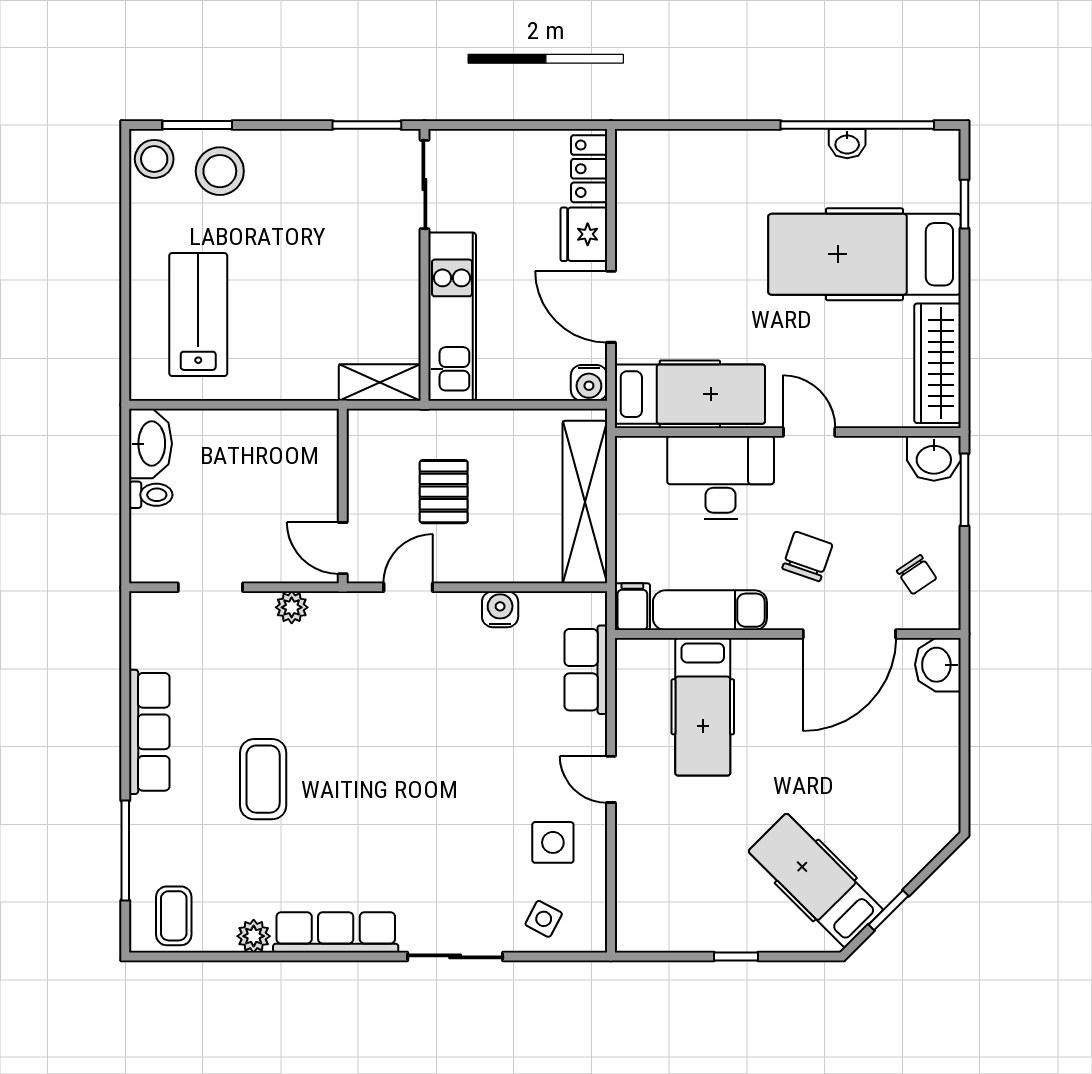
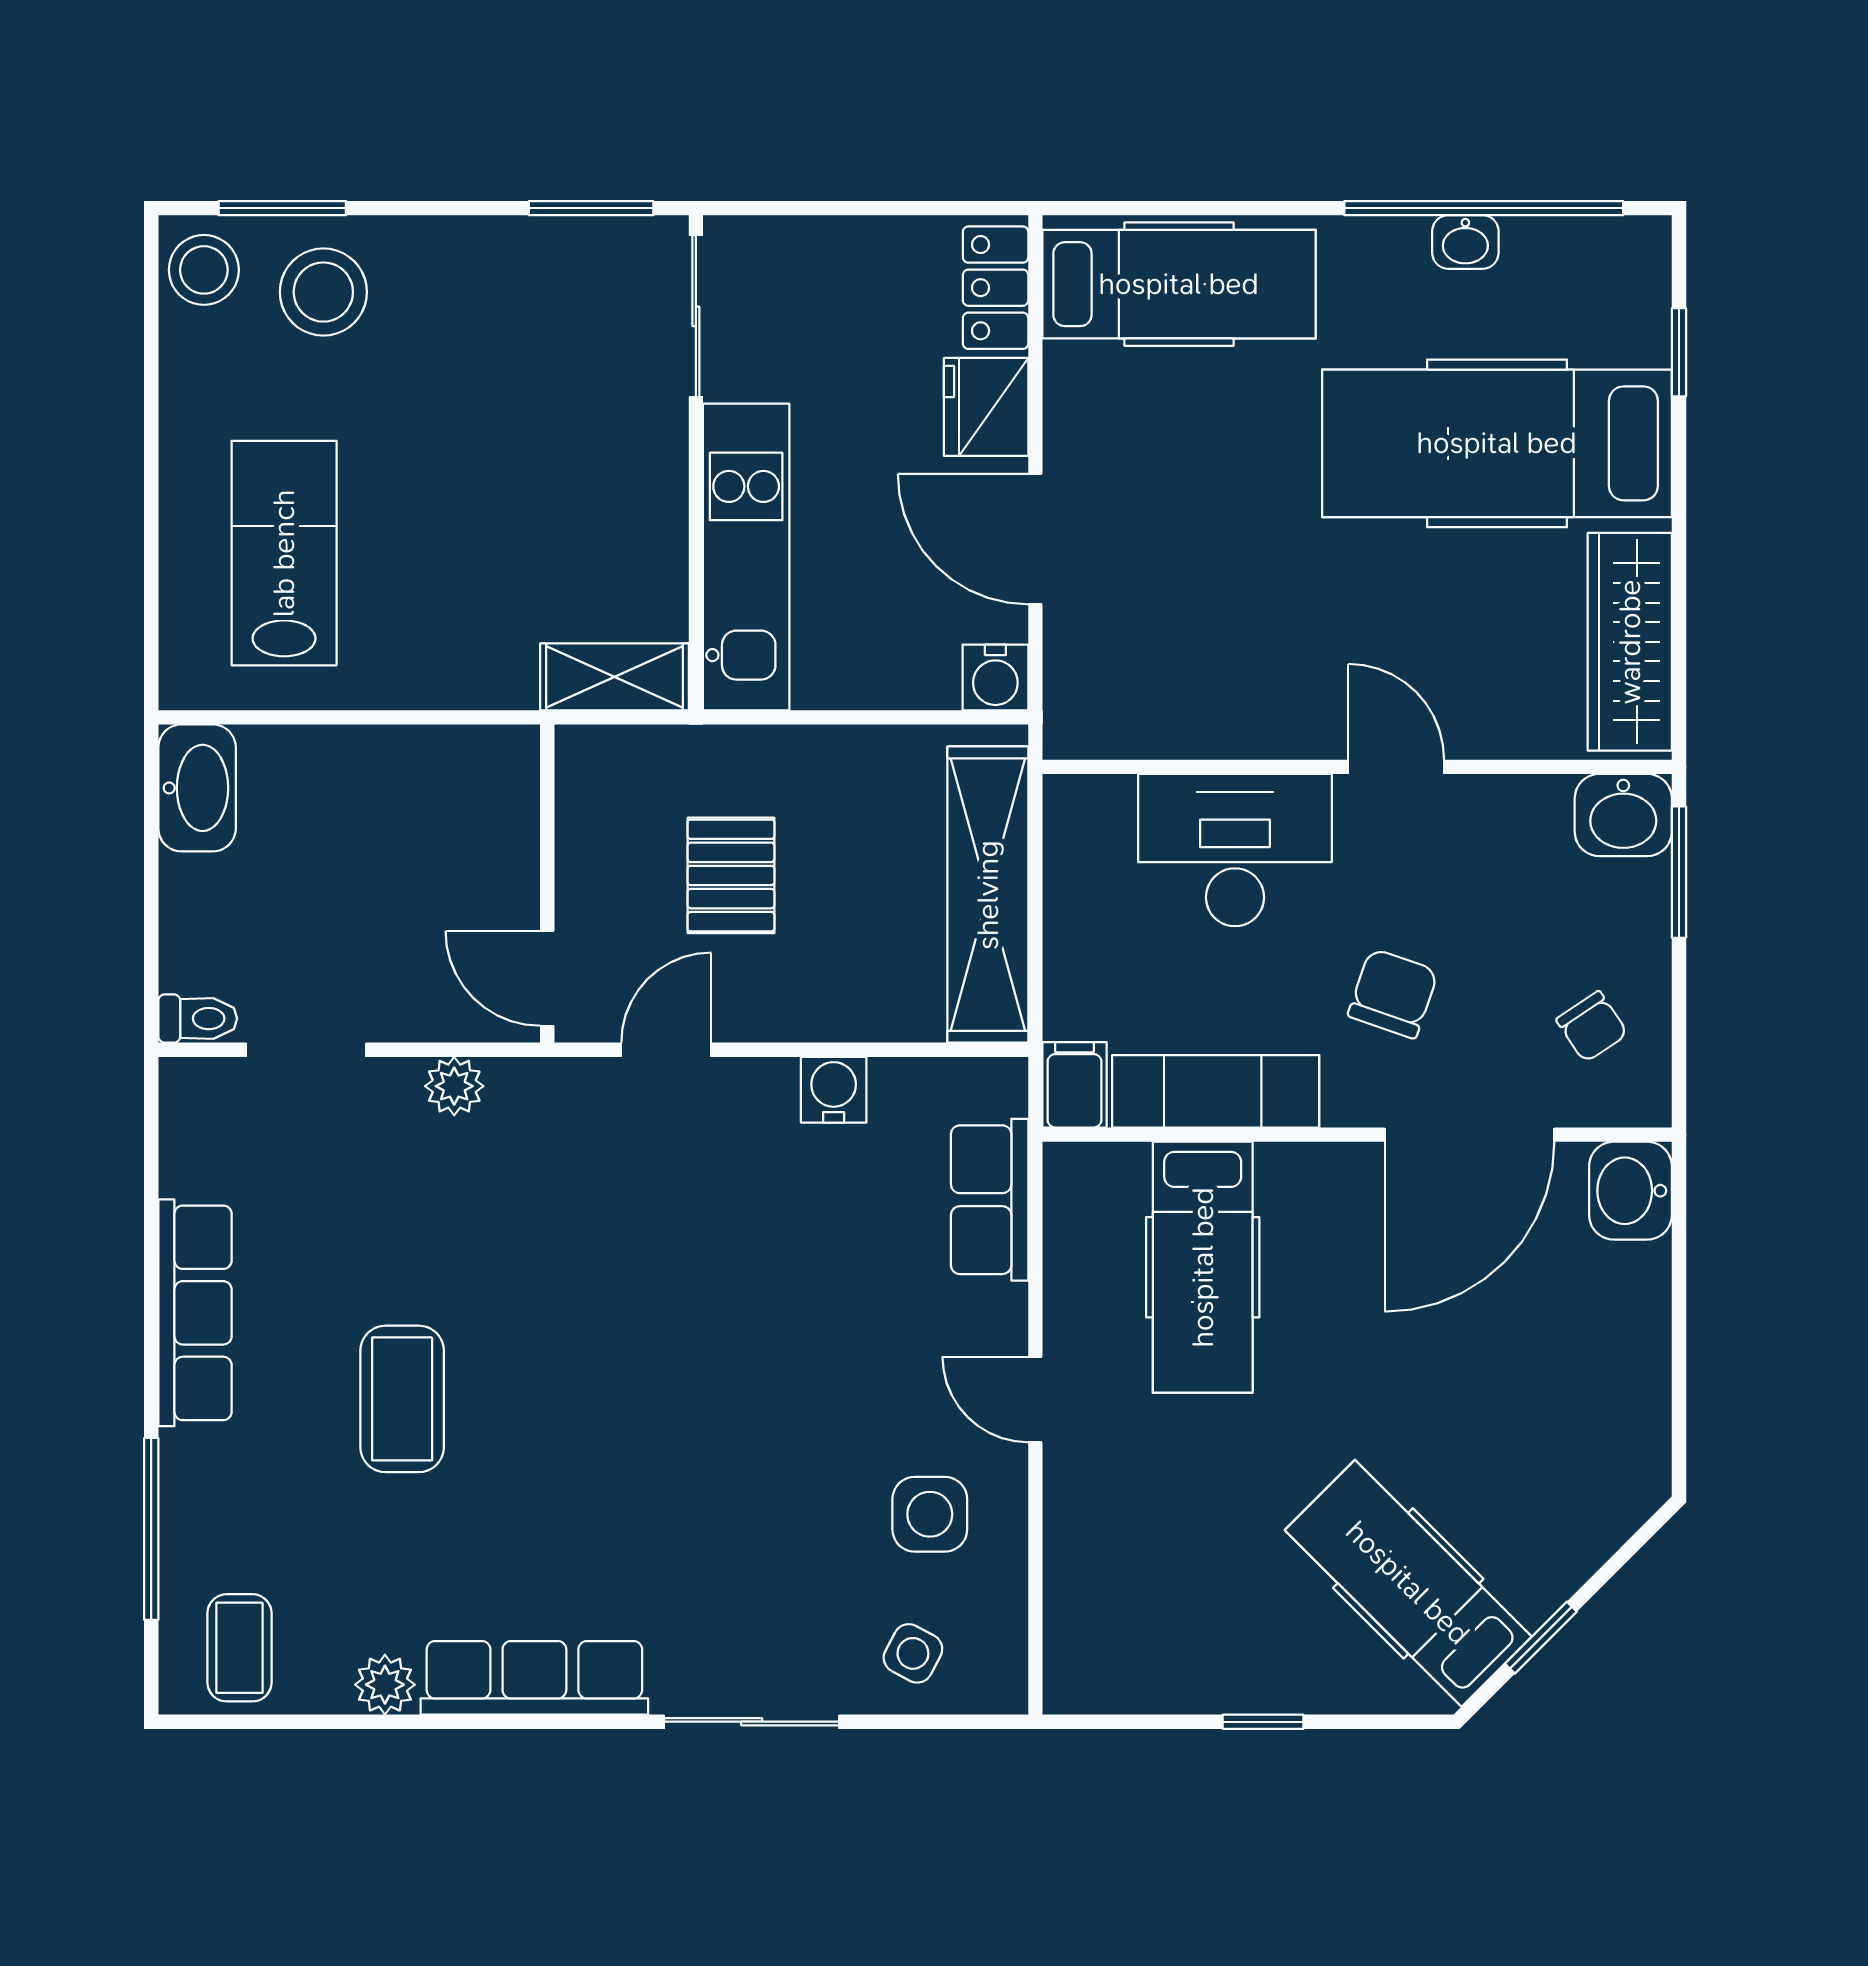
hospital bed: (690, 394) -> (1179, 284), moved
toilet: (151, 495) -> (198, 1019), moved

